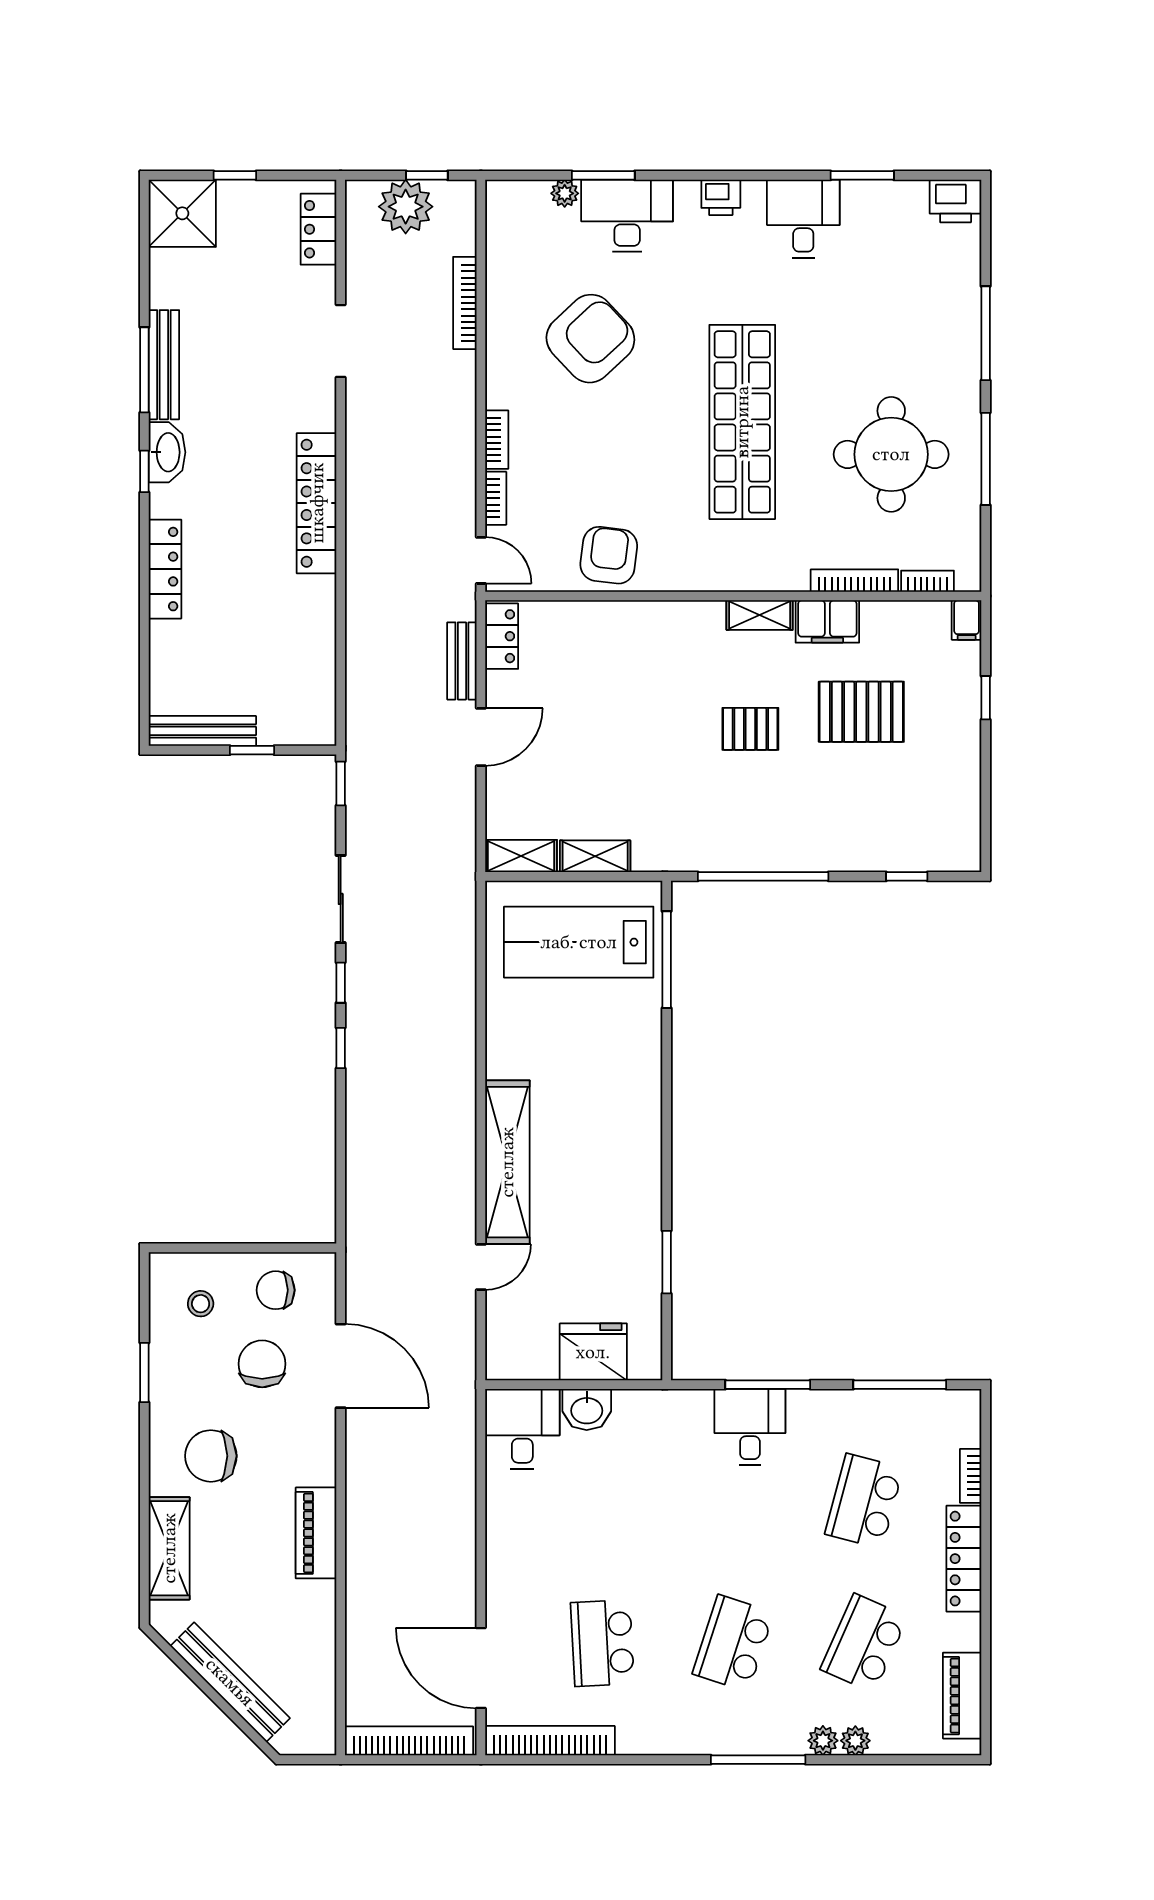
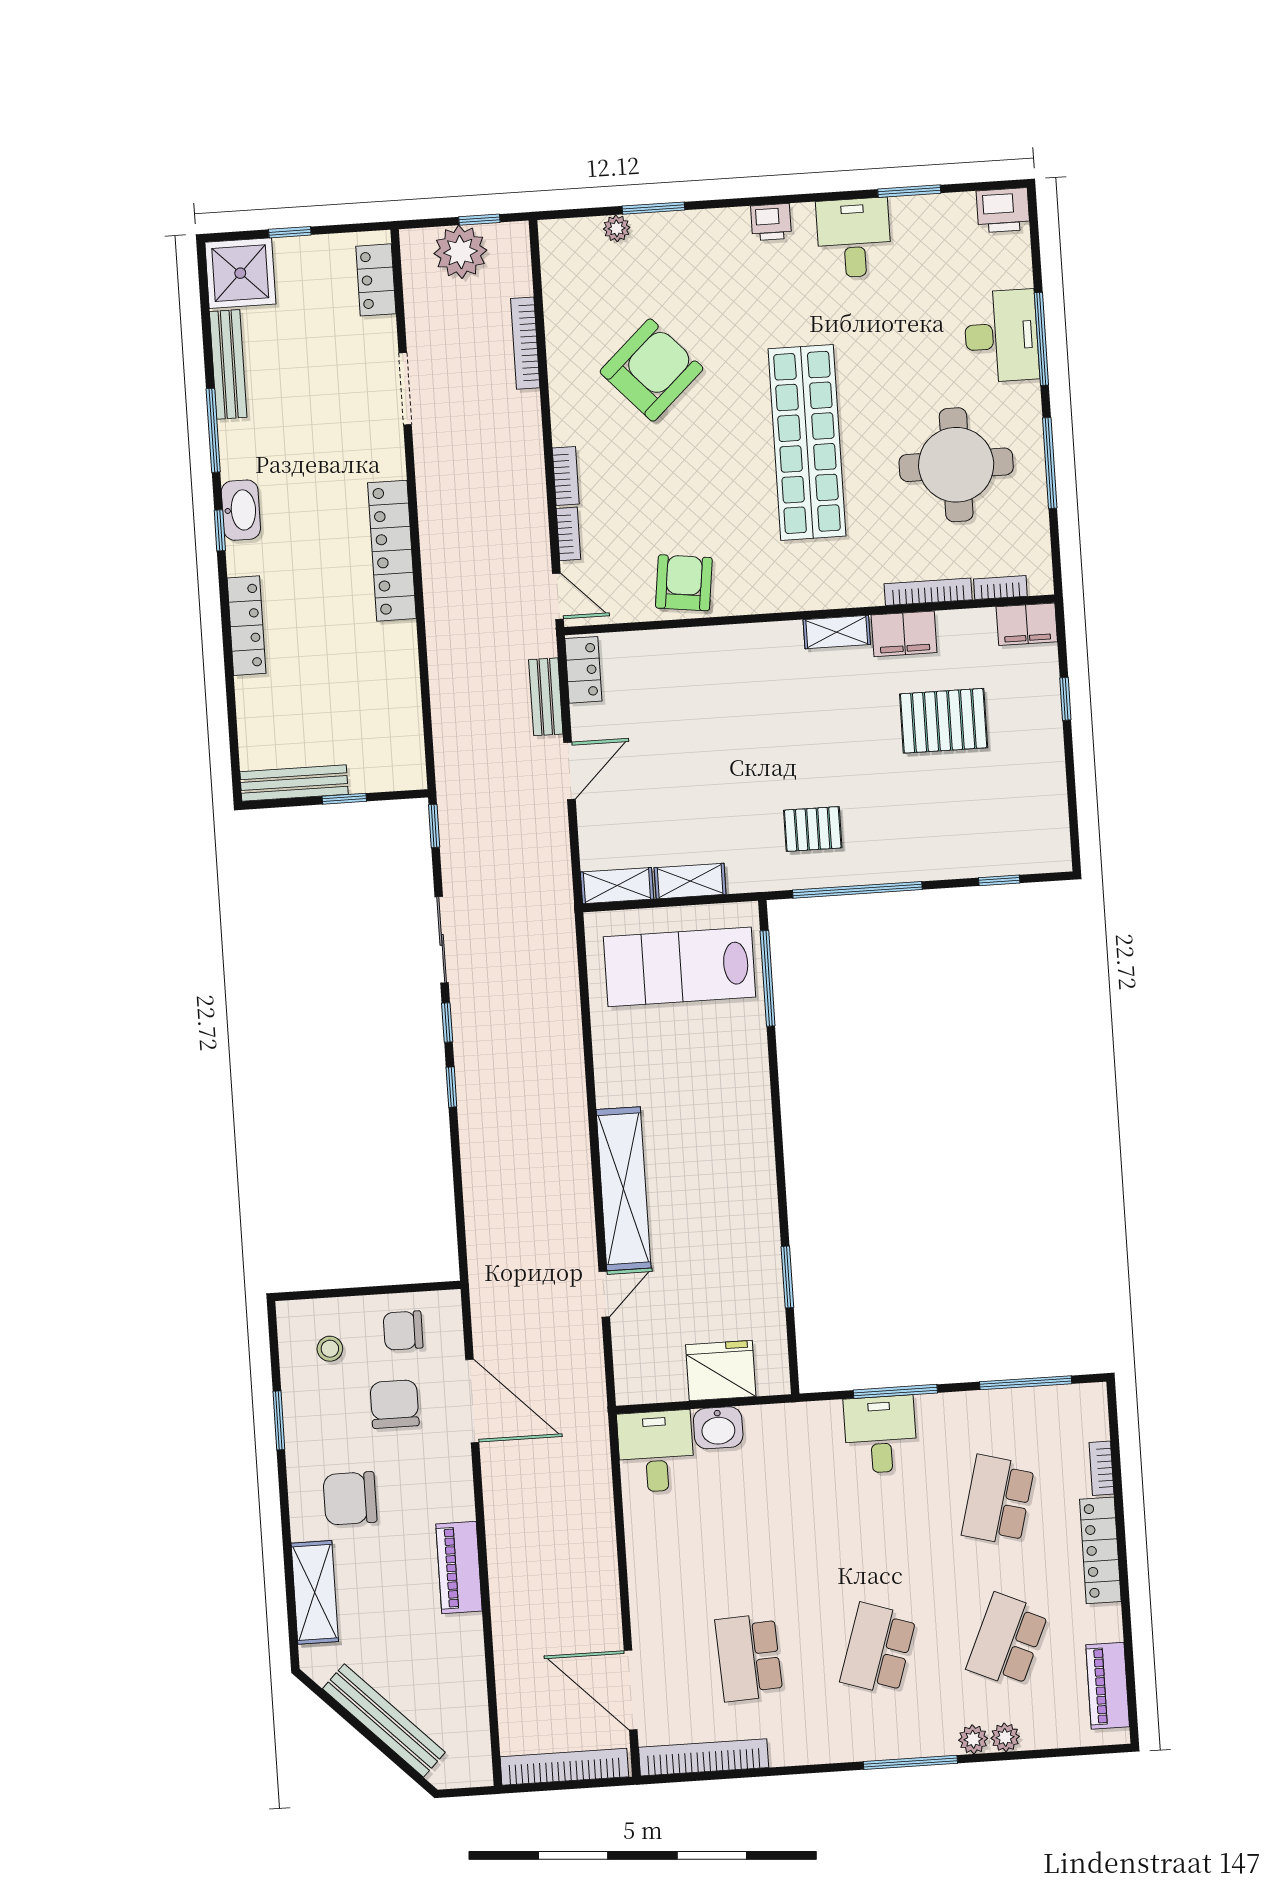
desk: (627, 216) -> (1001, 336), moved, turned 90
bench: (164, 365) -> (228, 364), moved
filing cabinet: (967, 620) -> (1027, 624), width x2.00
pallet: (750, 729) -> (813, 829), moved

